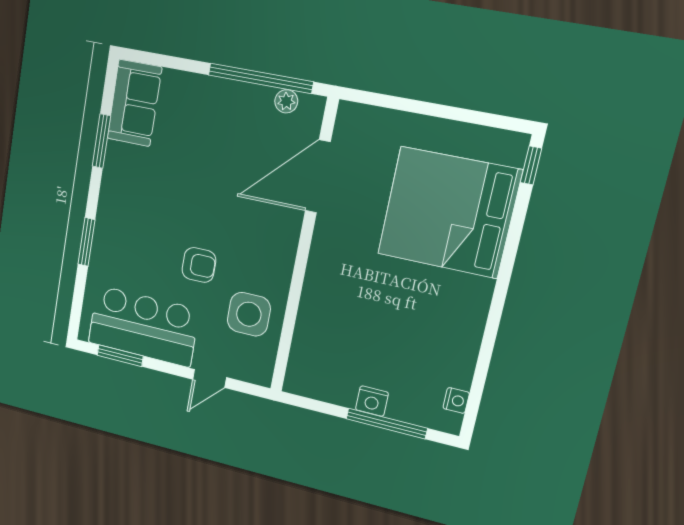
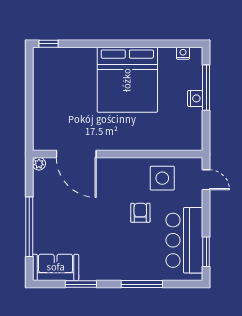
window: (260, 78) -> (29, 227), moved
plant: (286, 101) -> (39, 164), moved
bed: (449, 212) -> (127, 80), moved
window: (86, 242) -> (142, 284), width x1.44
door: (210, 378) -> (206, 180), moved

